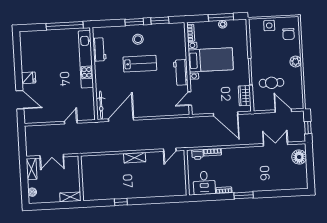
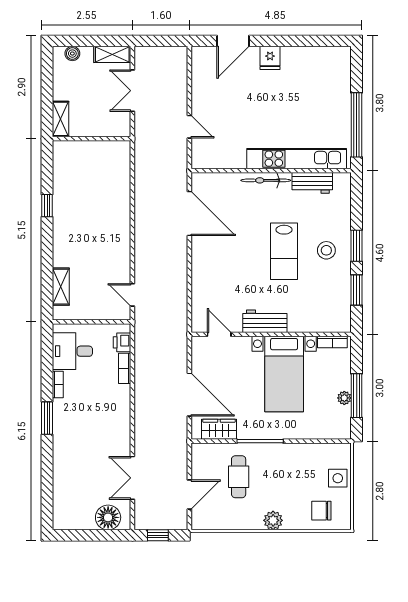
bicycle: (101, 105) -> (266, 180), moved
door: (226, 114) -> (189, 395), swing flipped
double door: (276, 144) -> (132, 478), swing flipped
shelving: (135, 158) -> (61, 287), moved

